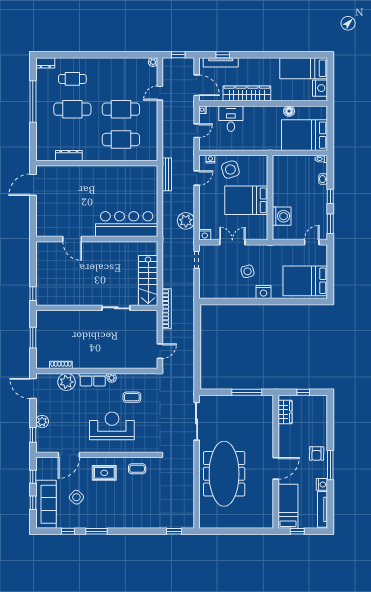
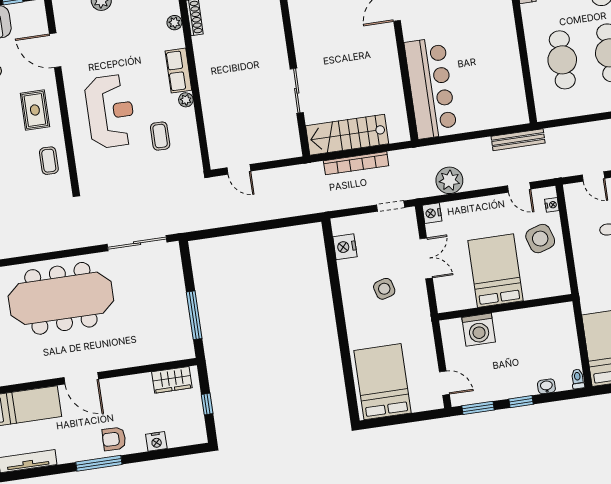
nightstand: (263, 292) -> (345, 247), moved
bookcase: (167, 309) -> (356, 163), moved
plant: (67, 382) -> (174, 23), width x0.53, depth x0.53
nightstand: (322, 484) -> (156, 441), moved

